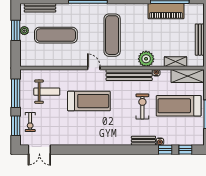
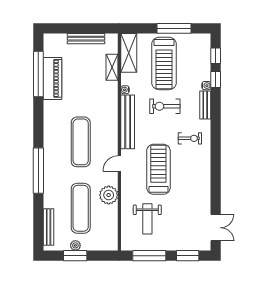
exercise mat: (112, 35) -> (81, 142), turned 90
plant: (146, 59) -> (109, 195), moved
weight bench: (47, 92) -> (147, 219), turned 180
exercise bike: (30, 122) -> (190, 138), moved

